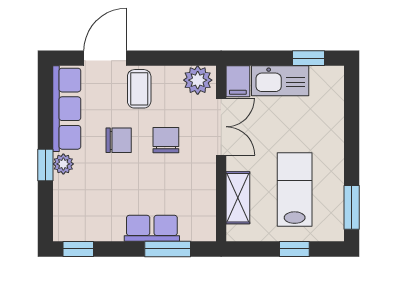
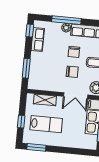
window: (45, 165) -> (66, 20), width x2.17
row of seats: (152, 228) -> (38, 40), moved

